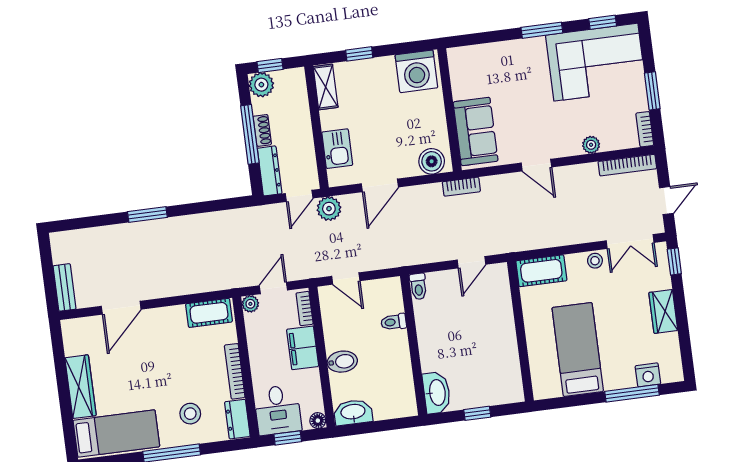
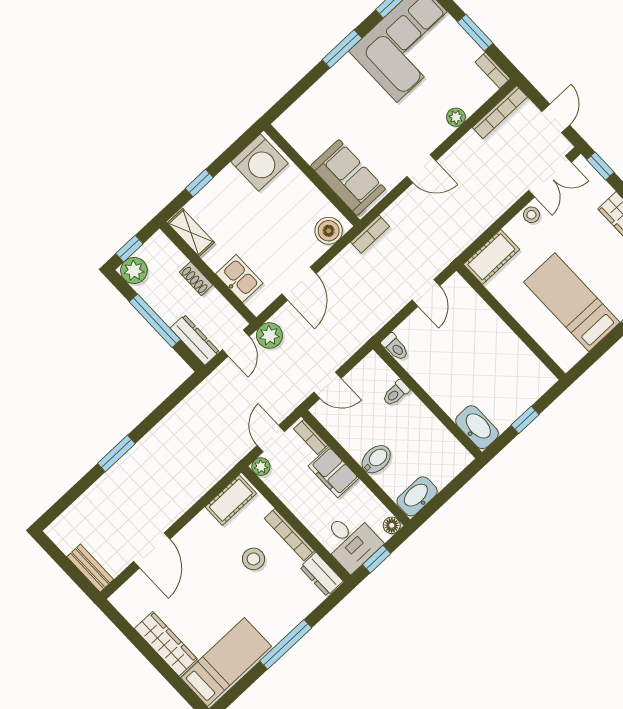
shoe rack: (262, 130) -> (196, 279), moved, turned 180
stool: (190, 414) -> (253, 559), moved

